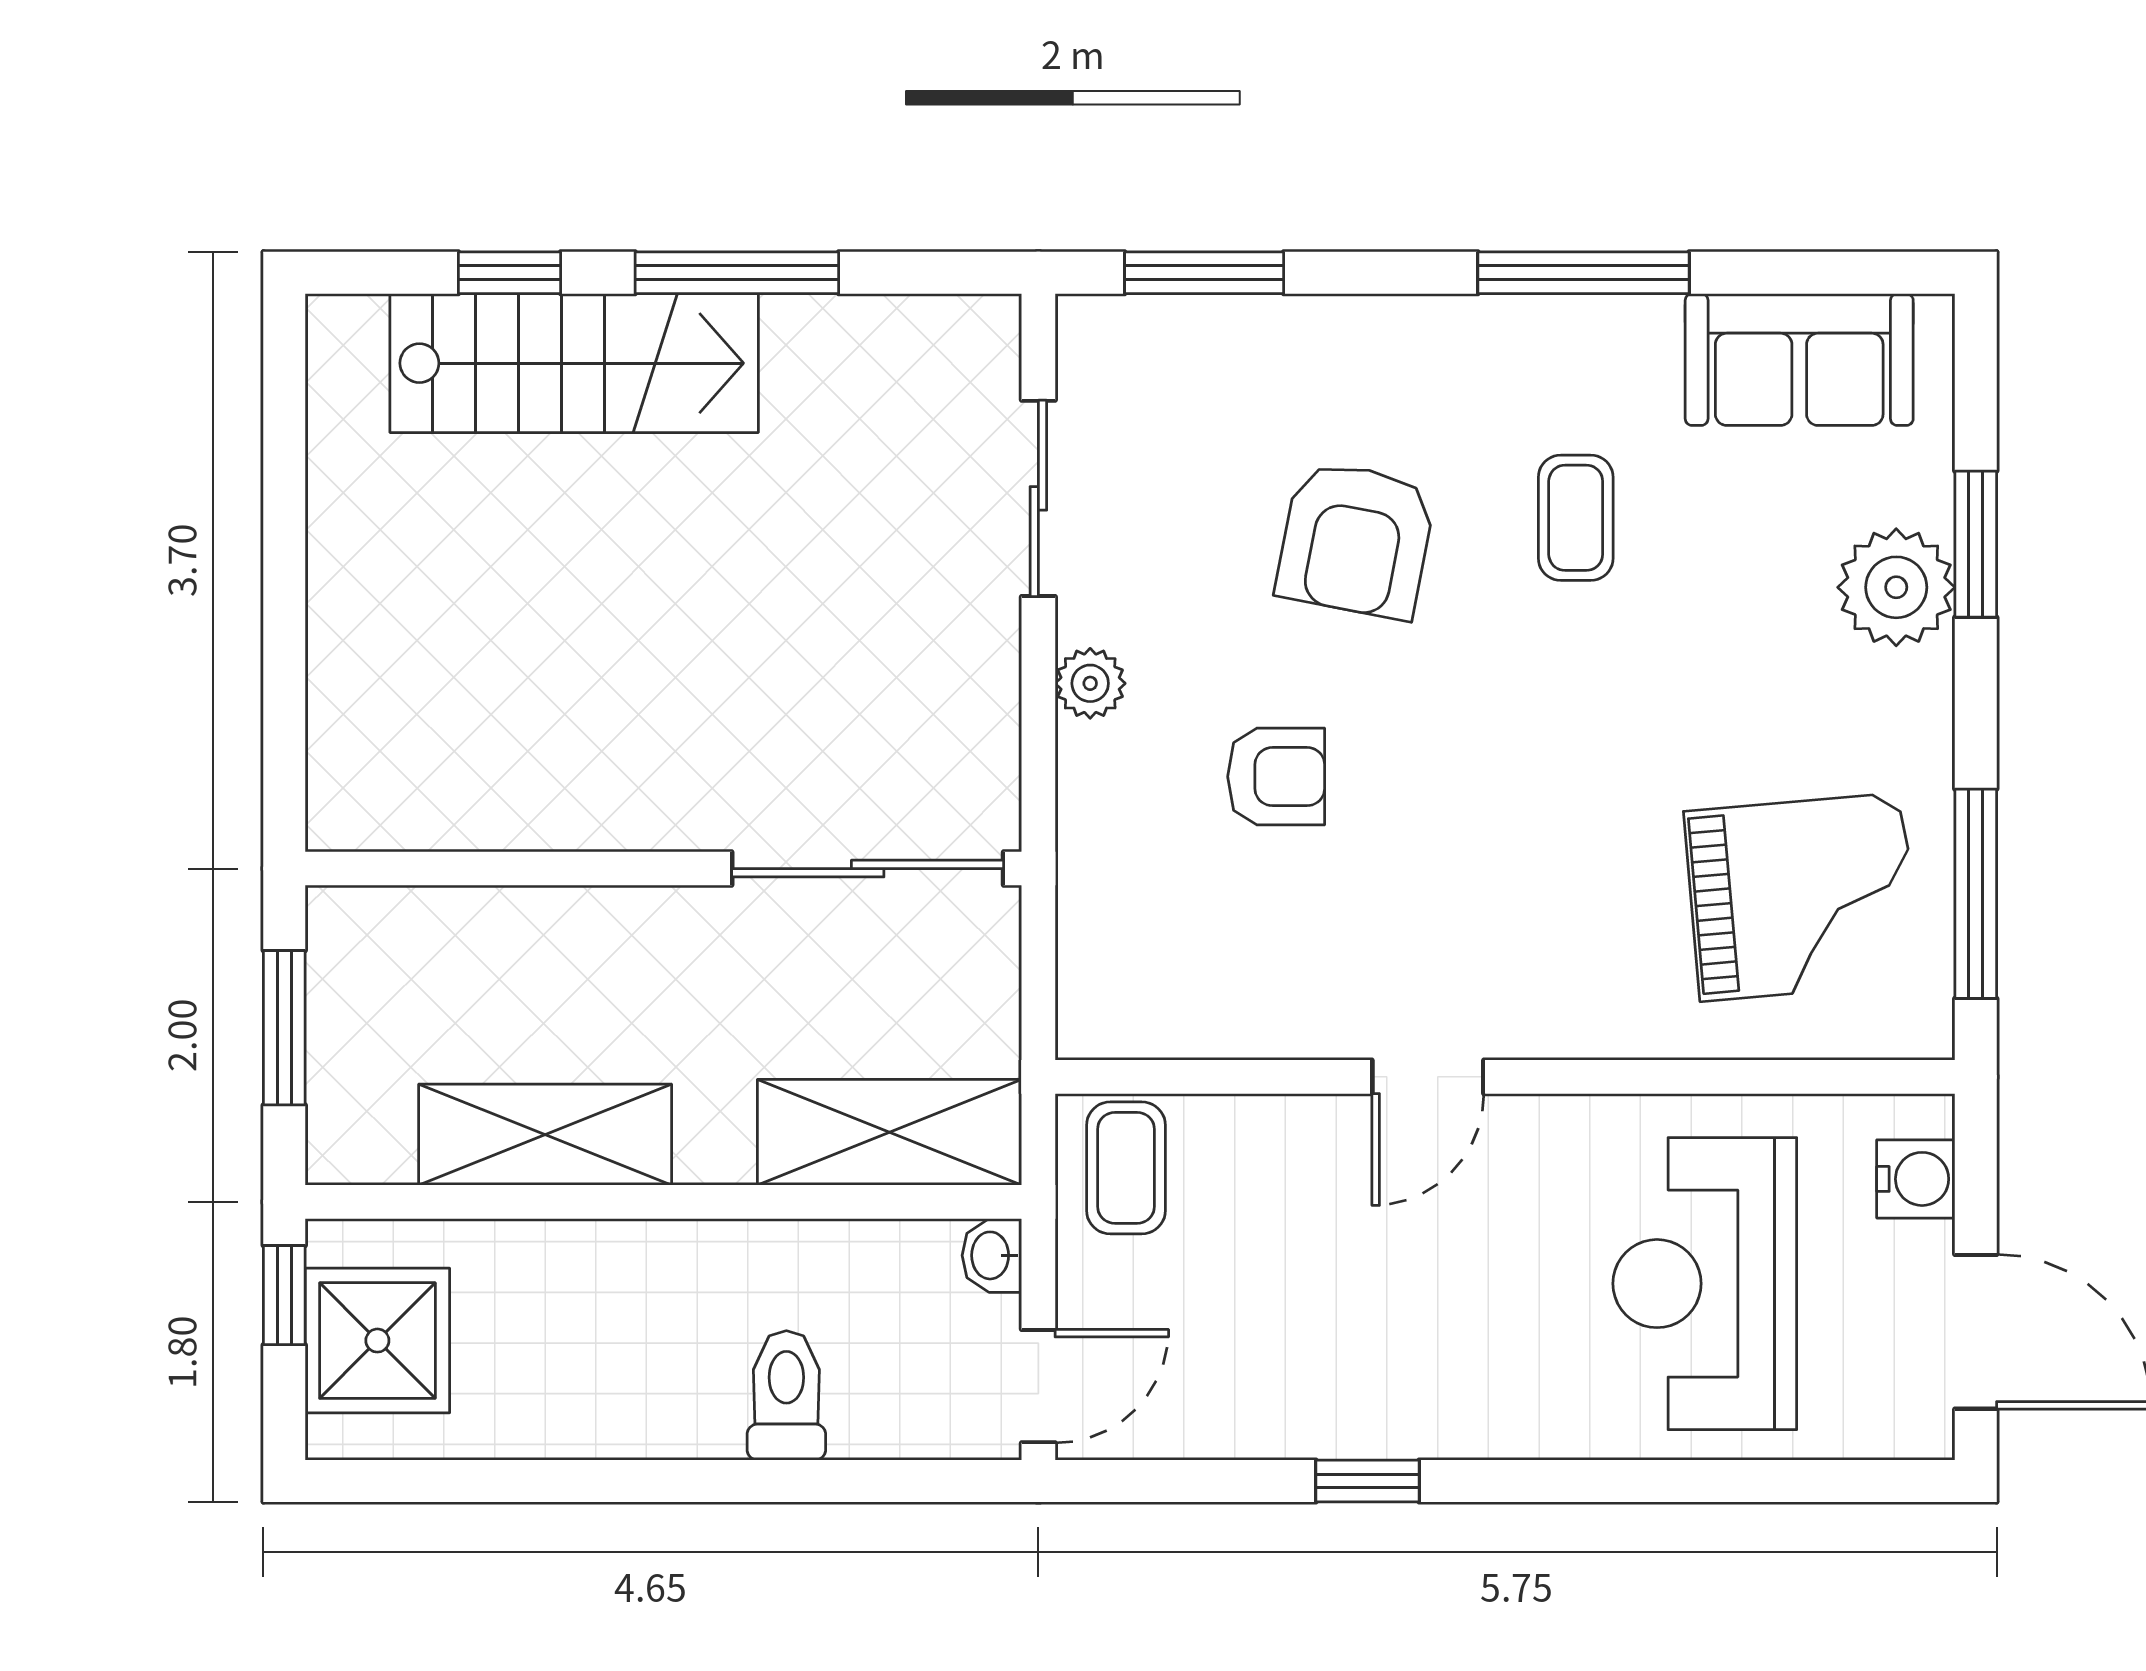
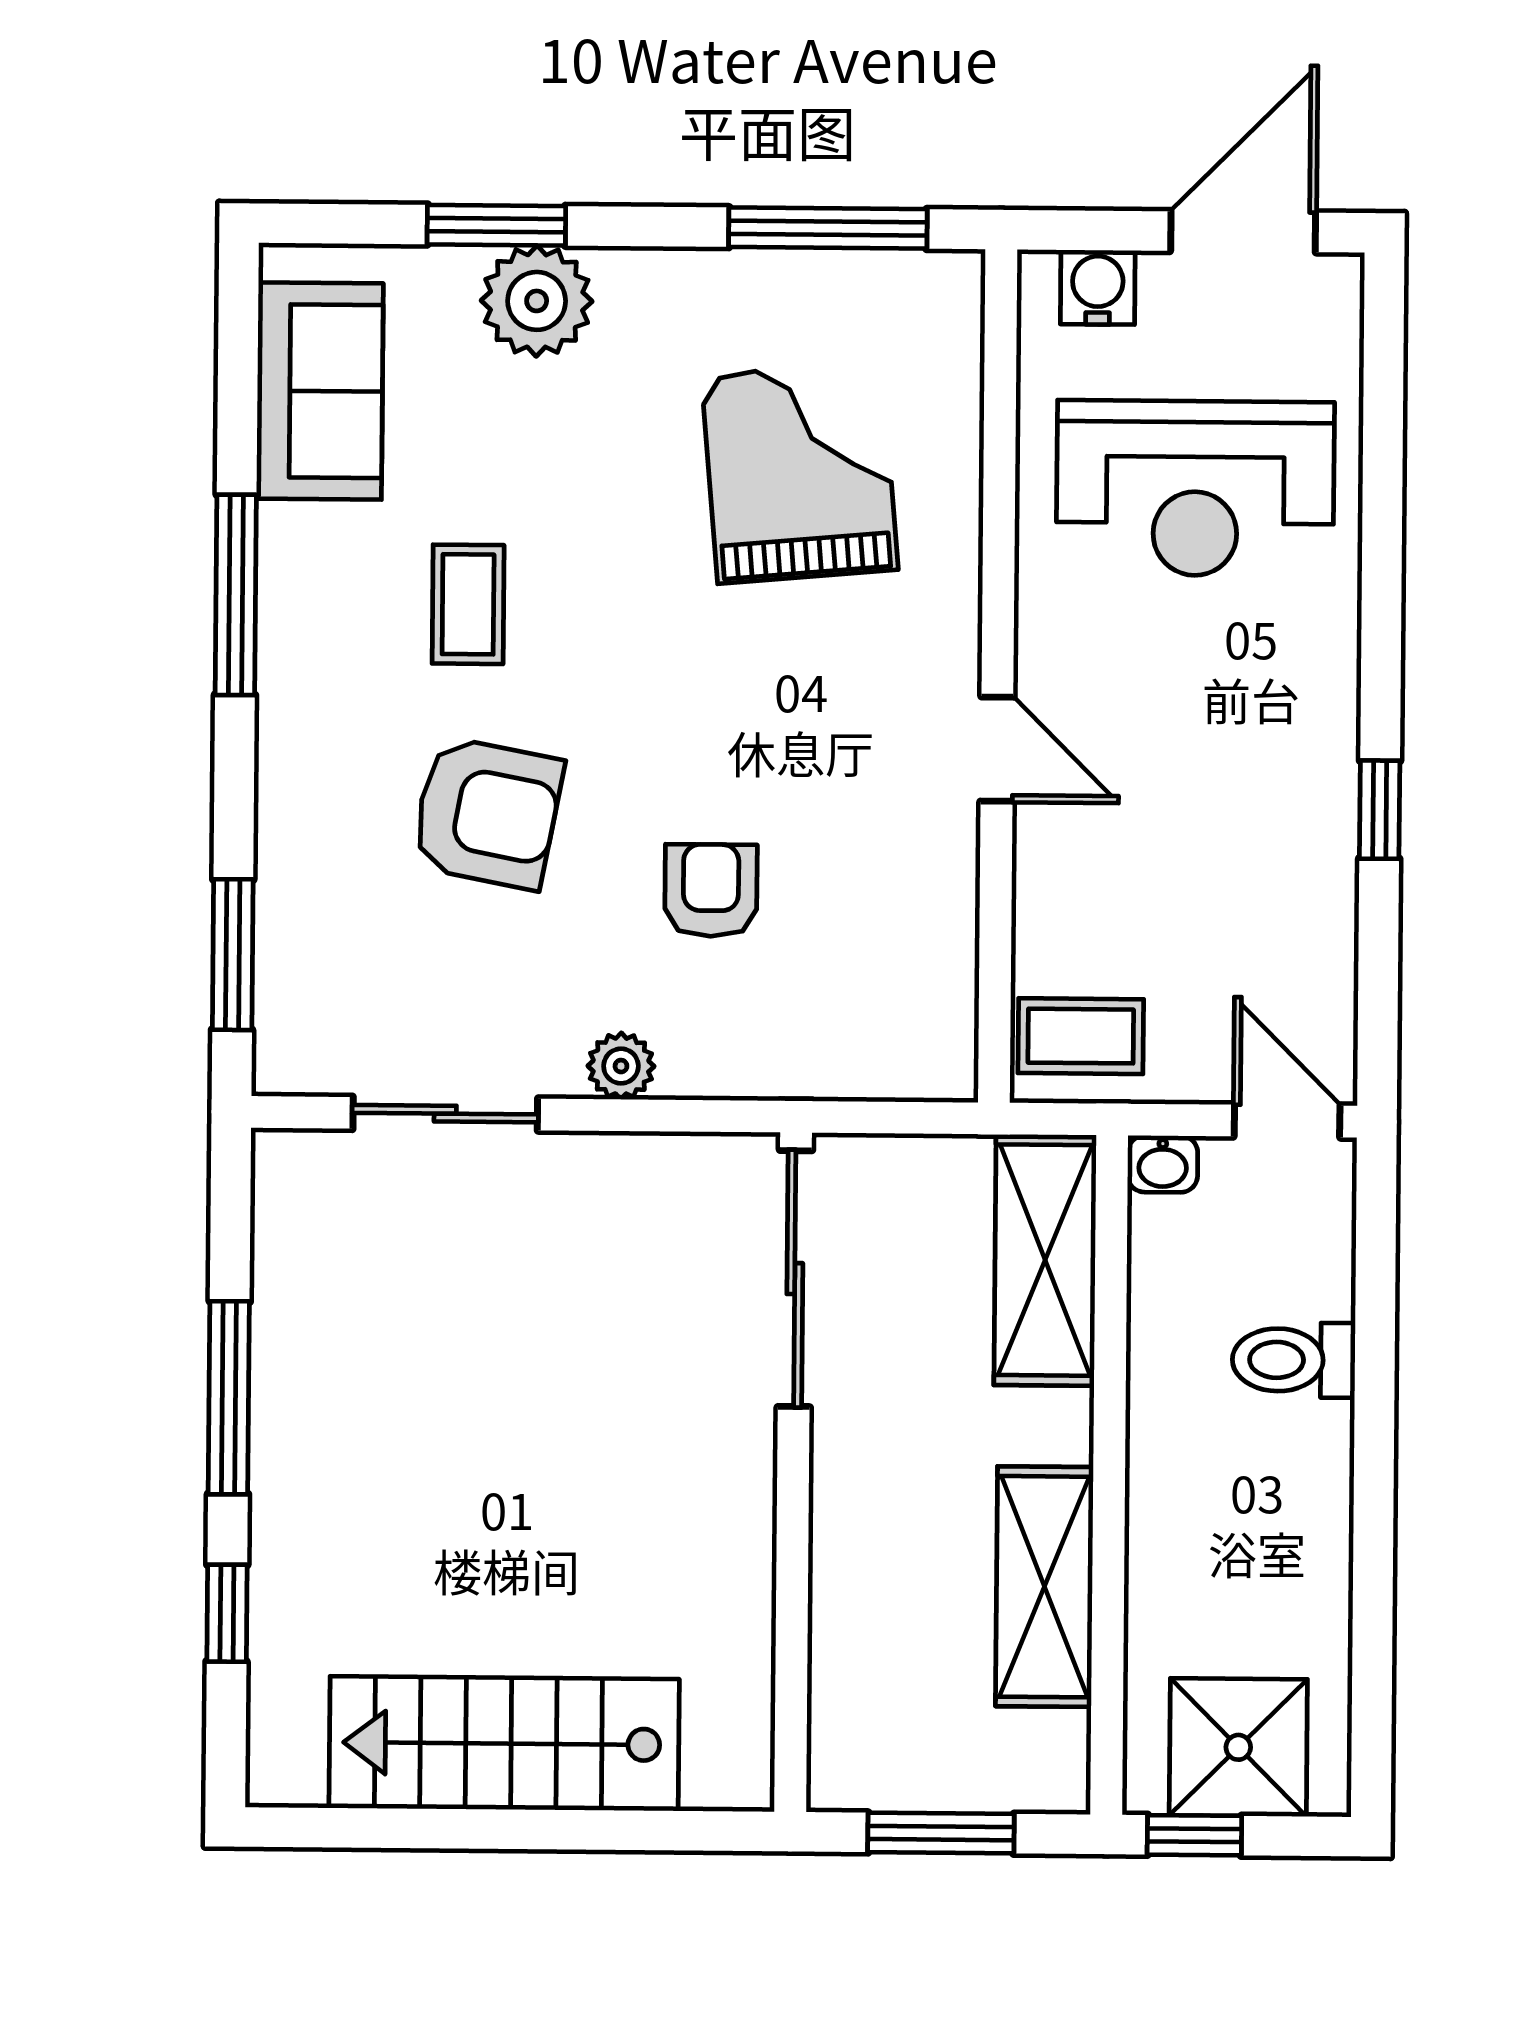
stairs: (574, 363) -> (504, 1744), moved, turned -90
coffee table: (1576, 518) -> (468, 604), turned 90
grand piano: (1802, 897) -> (800, 473), moved

